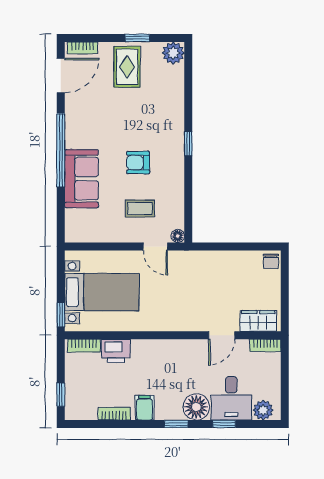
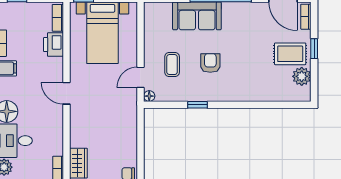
window: (137, 38) -> (314, 49), moved
plant: (173, 53) -> (302, 76), moved
window: (188, 144) -> (198, 105), moved
door: (222, 335) -> (66, 93), moved

